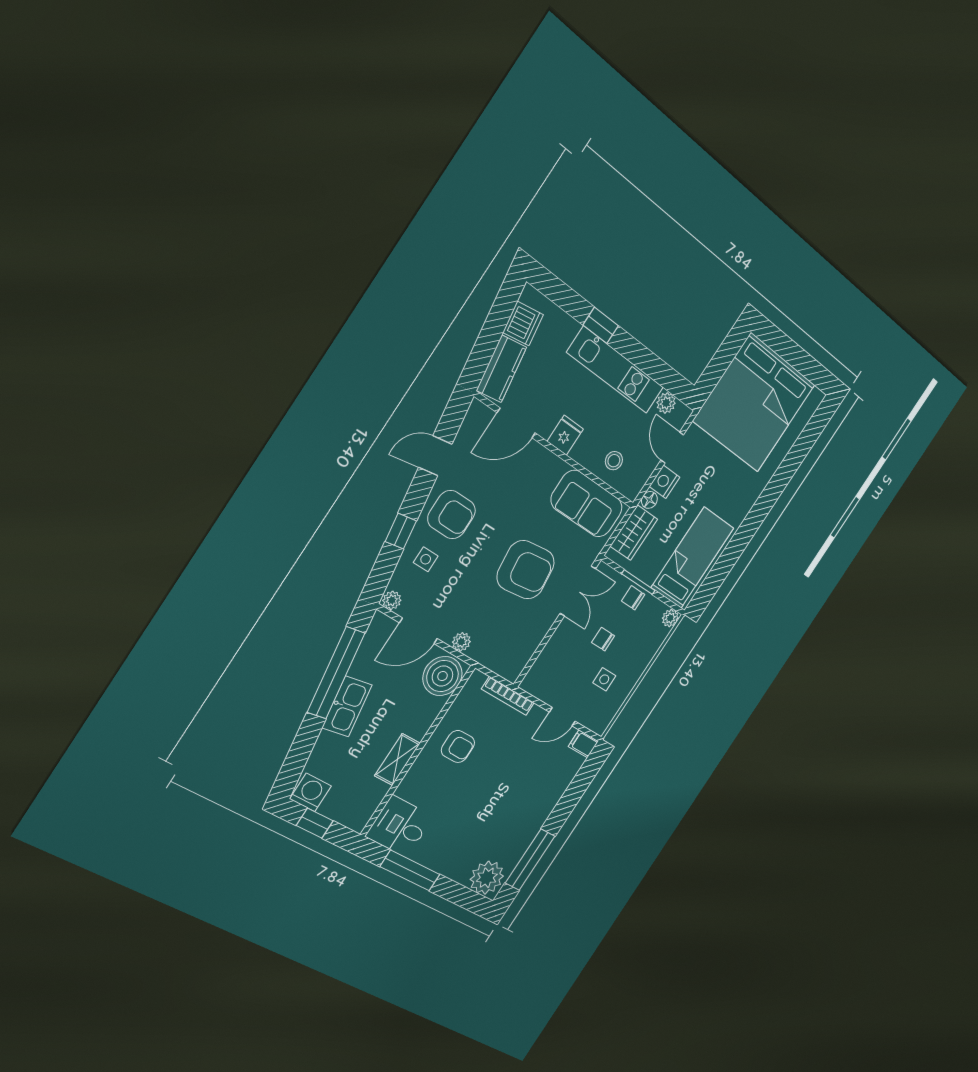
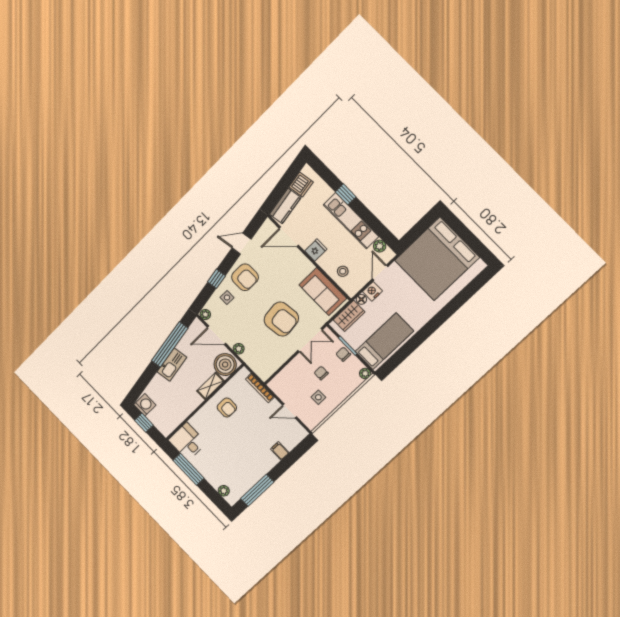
filing cabinet: (583, 744) -> (280, 451), moved
shelving: (397, 759) -> (210, 386), moved
plant: (487, 878) -> (224, 491), width x0.53, depth x0.53

